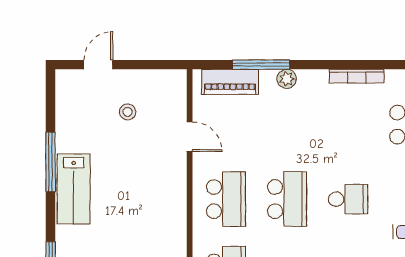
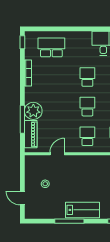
plant: (287, 79) -> (33, 111), width x1.87, depth x1.87
school desk: (226, 199) -> (87, 136), width x0.54
school desk: (287, 199) -> (87, 107), width x0.54

